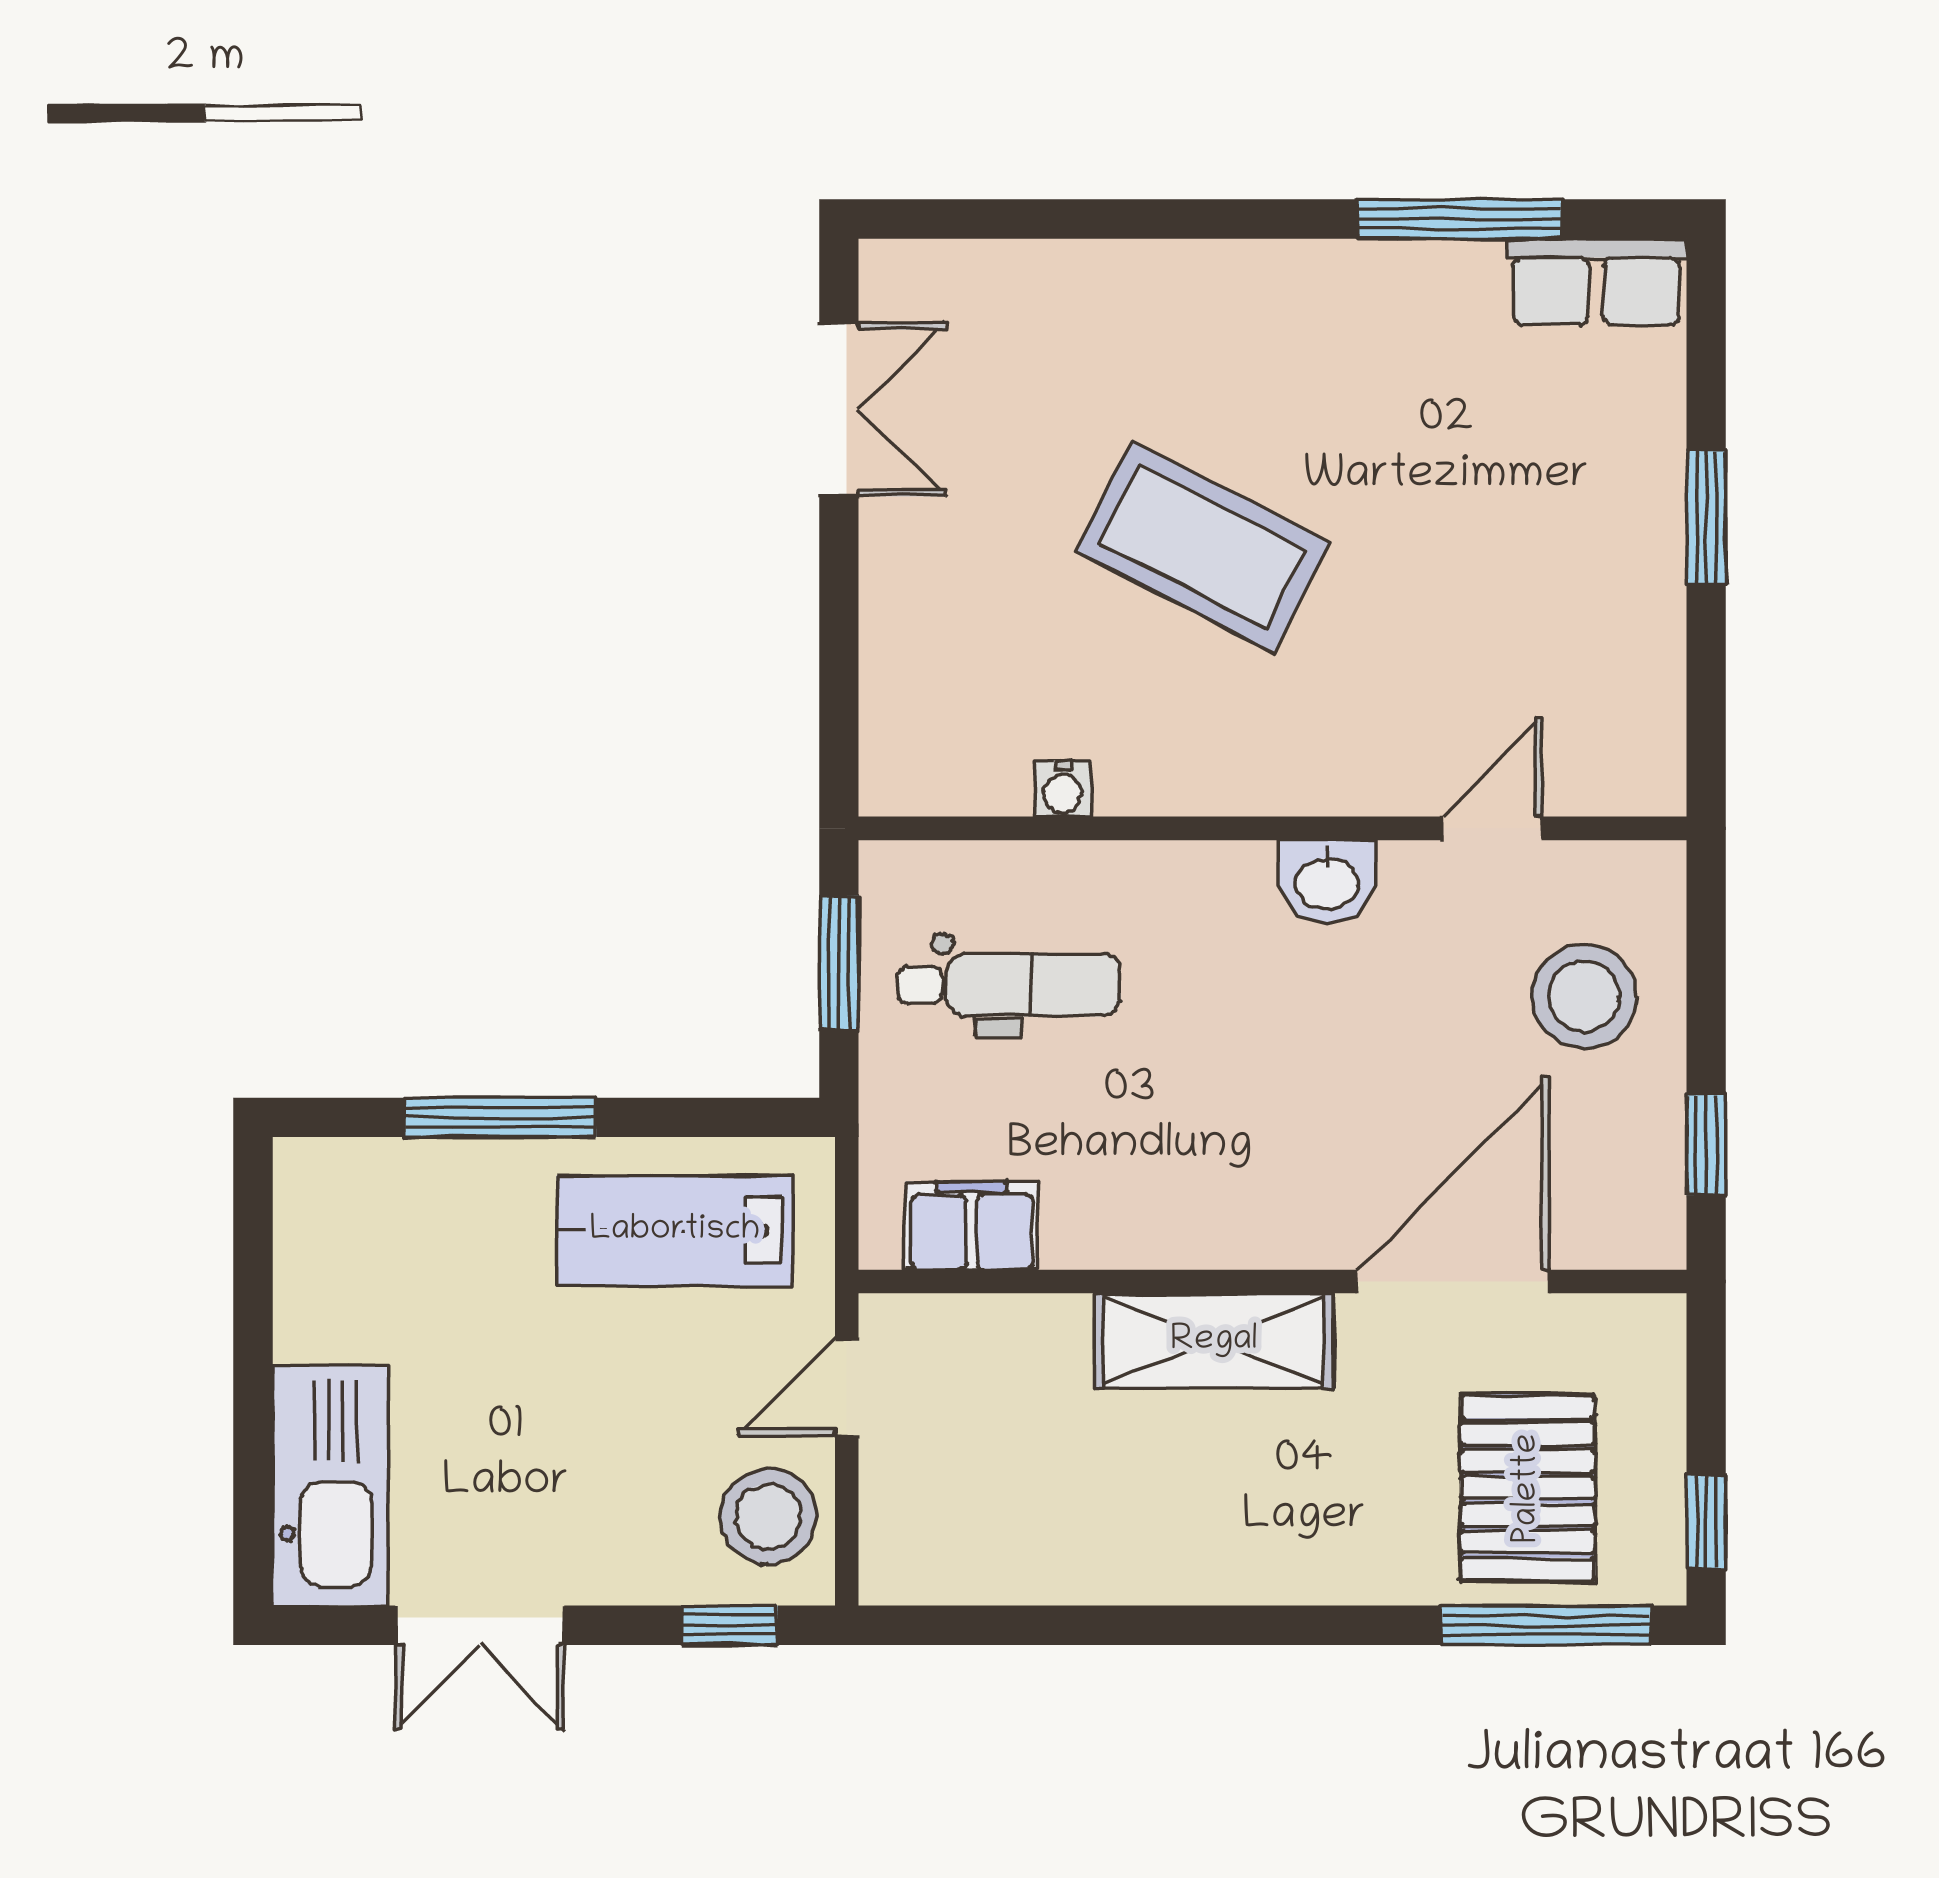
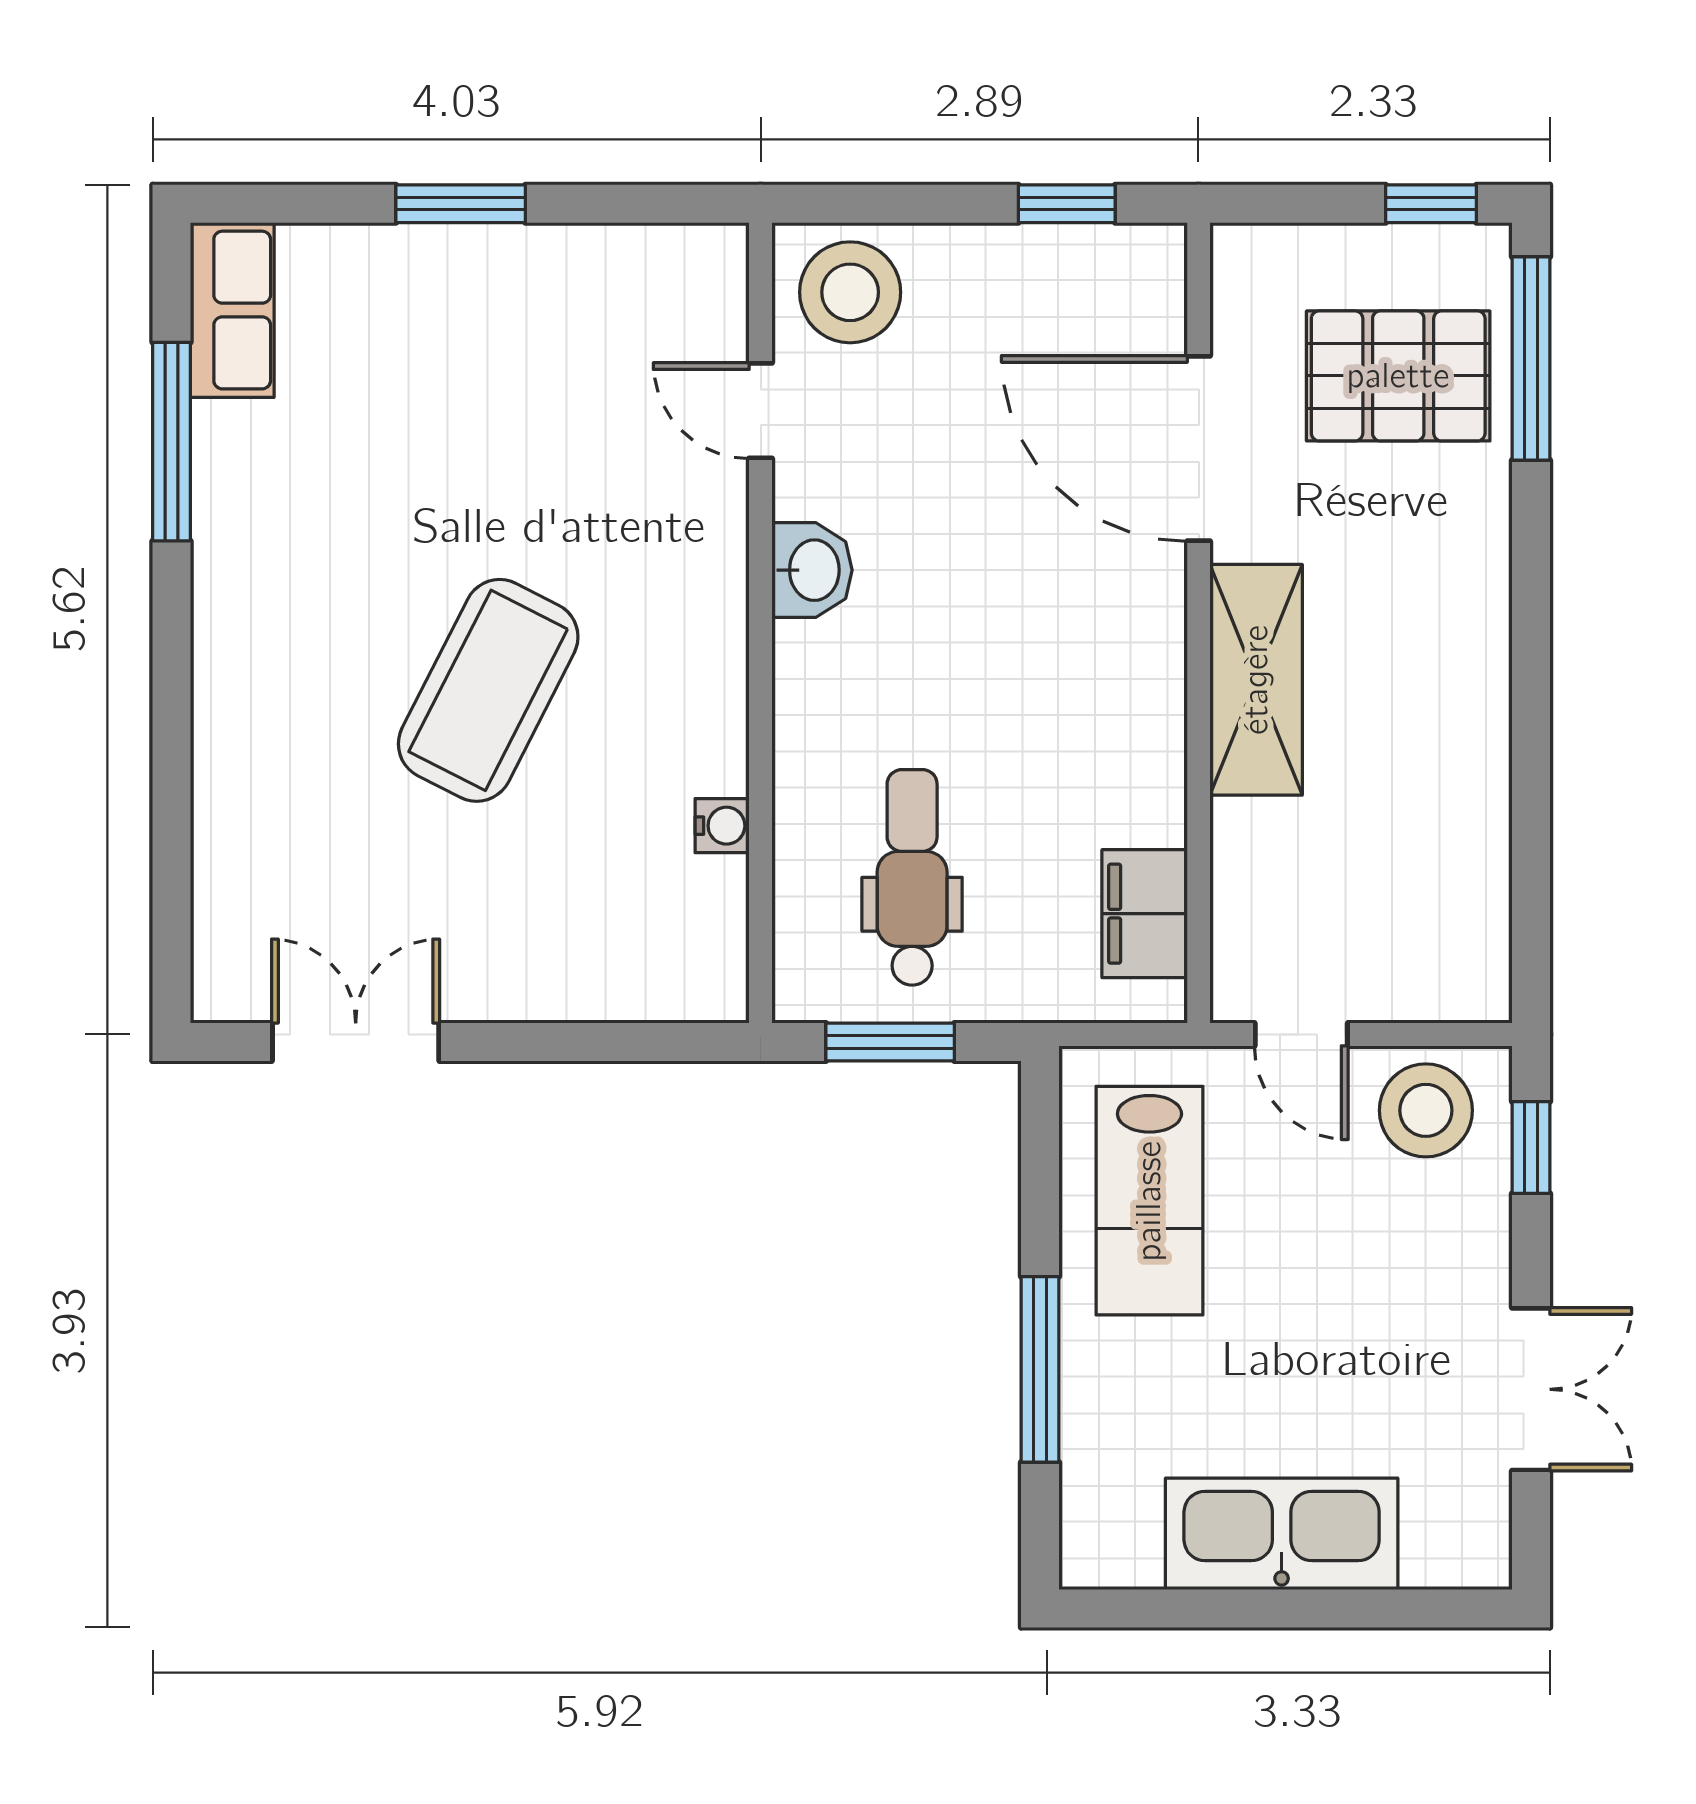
stool: (1584, 996) -> (850, 292), moved
kitchen sink: (330, 1486) -> (1282, 1534), moved

